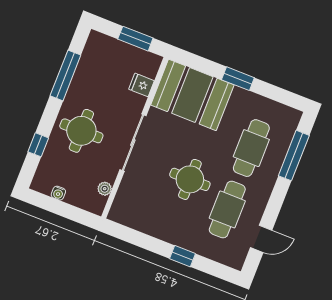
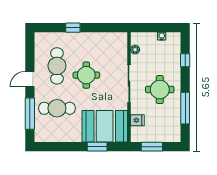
window: (238, 79) -> (97, 147), moved
round table: (81, 131) -> (160, 90), moved
cafe table: (251, 148) -> (57, 108), turned 90
door: (261, 239) -> (30, 79), moved

